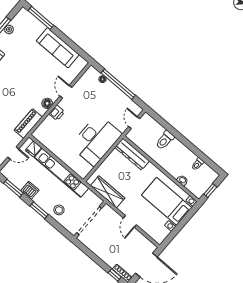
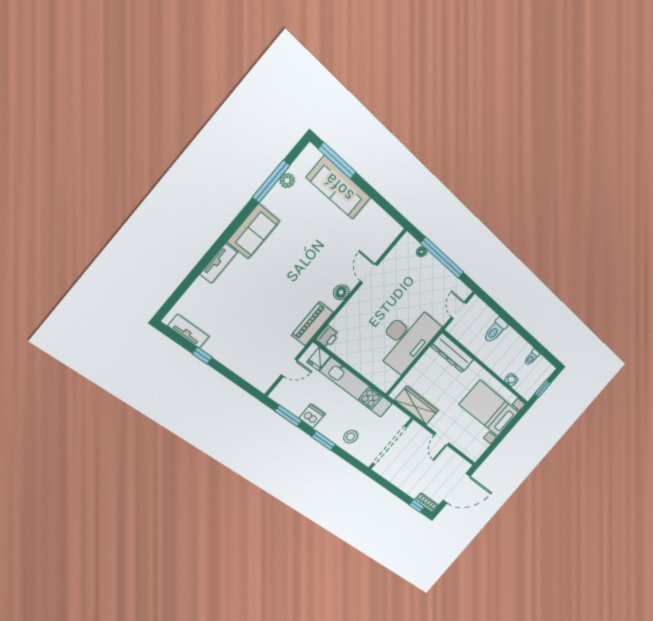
sofa: (58, 48) -> (339, 188), moved
printer: (57, 113) -> (327, 337), moved

